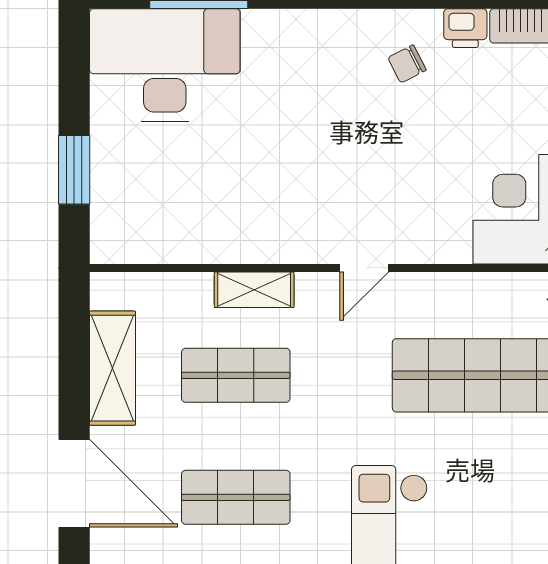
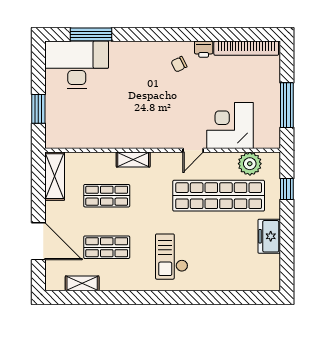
door: (364, 268) -> (193, 150), moved
shelving: (254, 290) -> (133, 160), moved
shelving: (113, 368) -> (55, 176), moved

